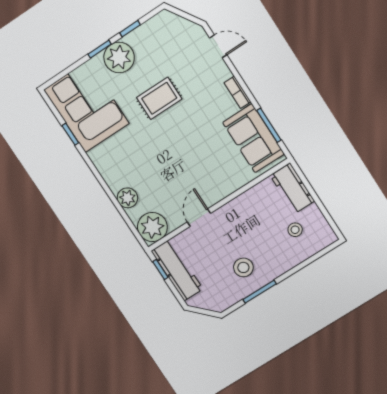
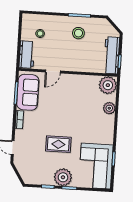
door: (199, 218) -> (53, 71), moved

